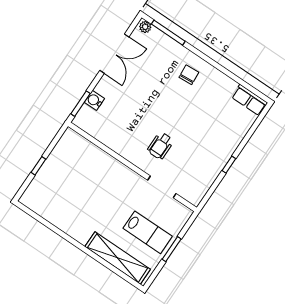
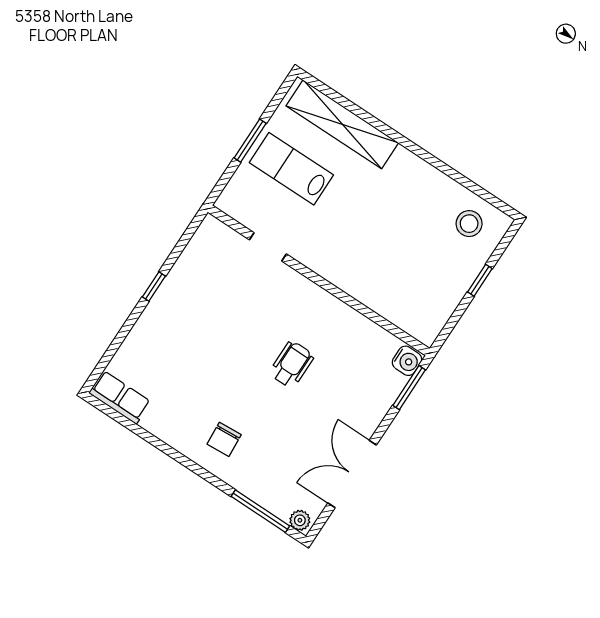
water cooler: (94, 100) -> (407, 361), moved
wheelchair: (160, 146) -> (292, 364), moved
doorway: (162, 187) -> (268, 247), width x0.73
stool: (44, 199) -> (469, 224), added

